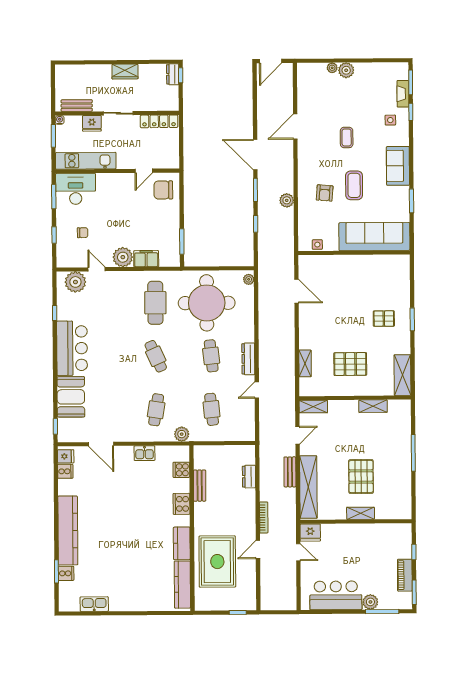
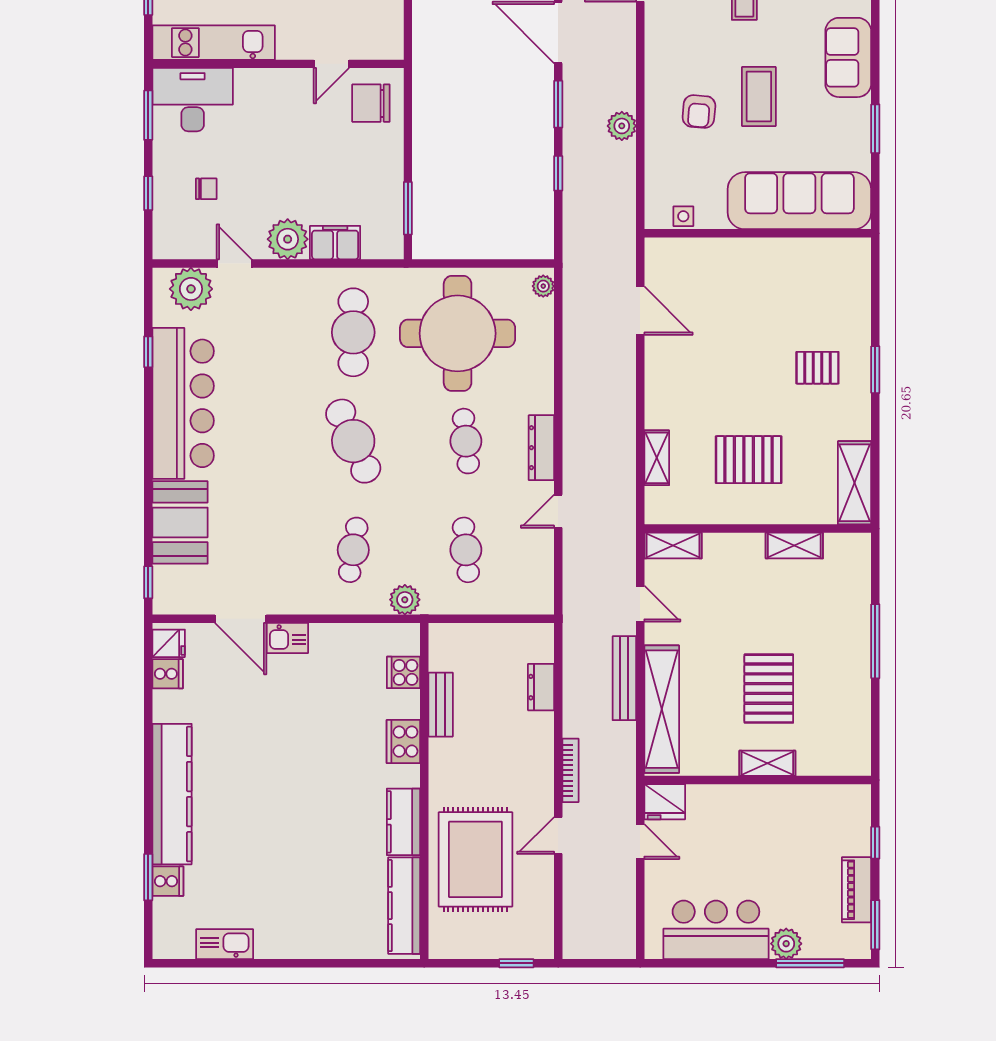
bar counter: (72, 348) -> (183, 403), width x1.36
cafe table: (156, 356) -> (353, 441), width x1.37, depth x1.35
door: (297, 435) -> (640, 604), hinge flipped
kitchen sink: (145, 453) -> (287, 638), moved
bench: (290, 472) -> (624, 678), width x1.36

